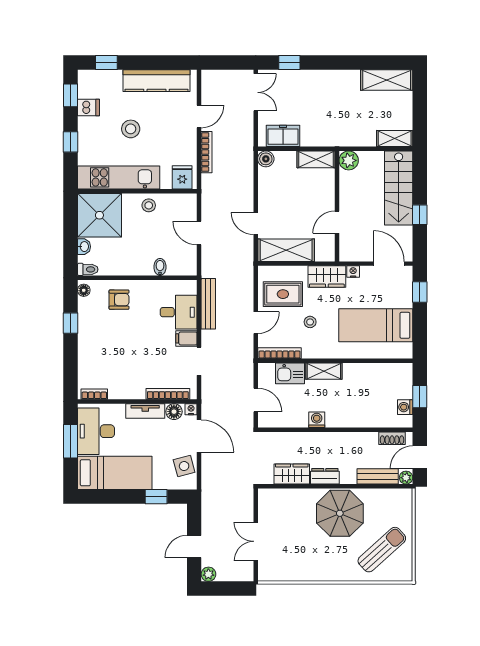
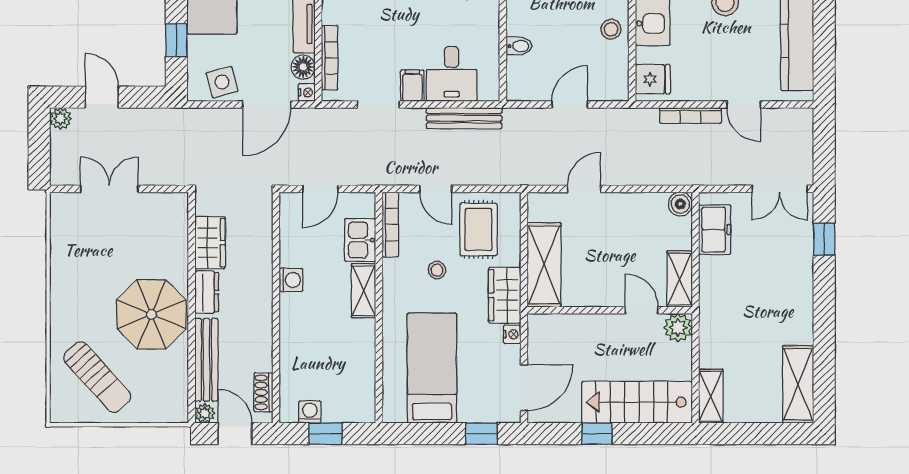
door: (337, 222) -> (642, 310), moved
shelving: (286, 250) -> (544, 265), moved
bench: (378, 476) -> (206, 360), width x1.36

